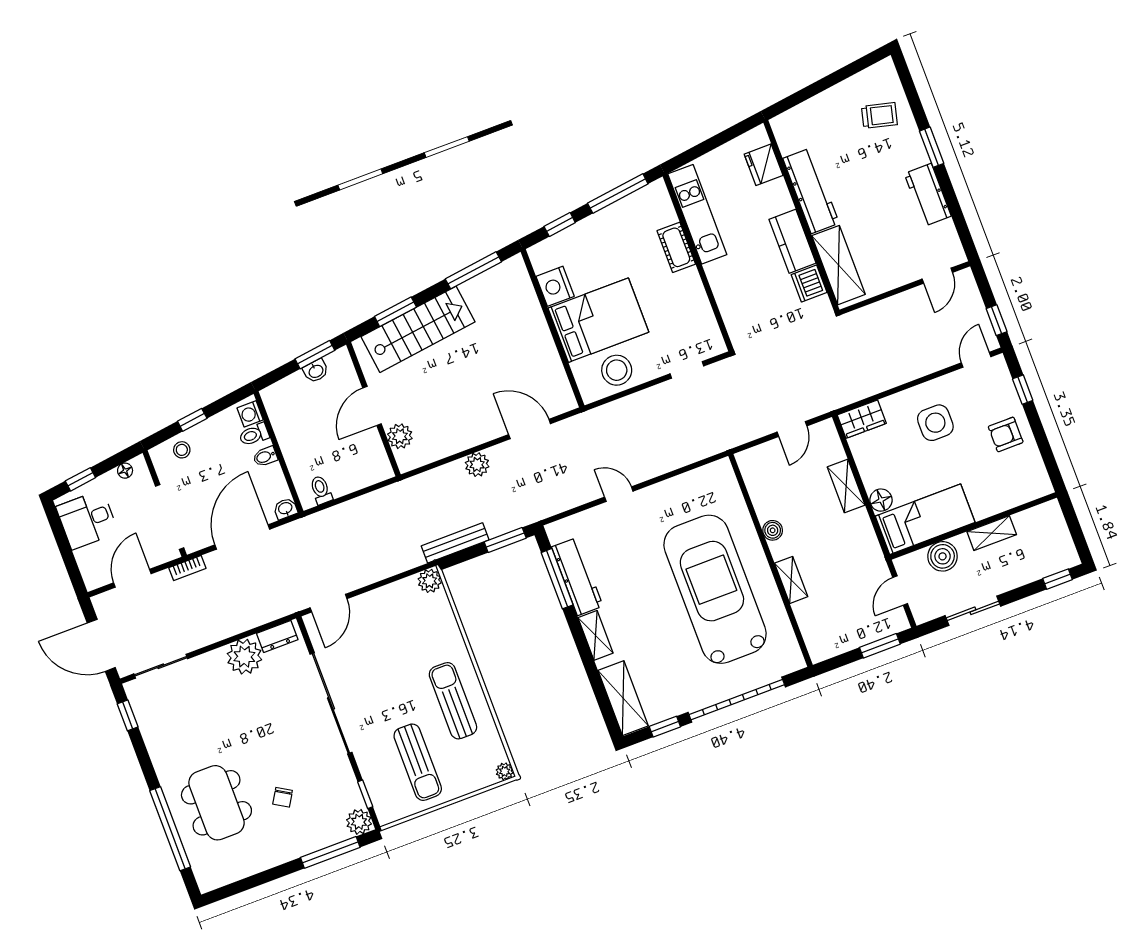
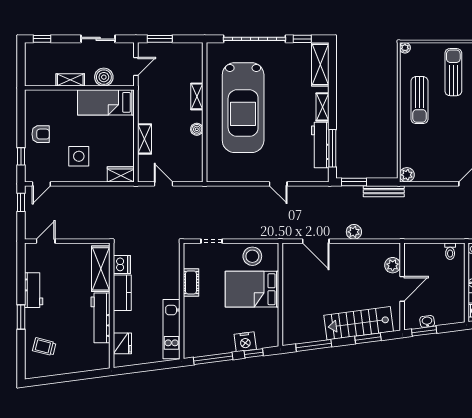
cot: (676, 247) -> (191, 282), moved
nightstand: (555, 286) -> (245, 342), moved, turned 83
door: (792, 429) -> (163, 184), hinge flipped
floor lamp: (881, 500) -> (127, 123), removed

